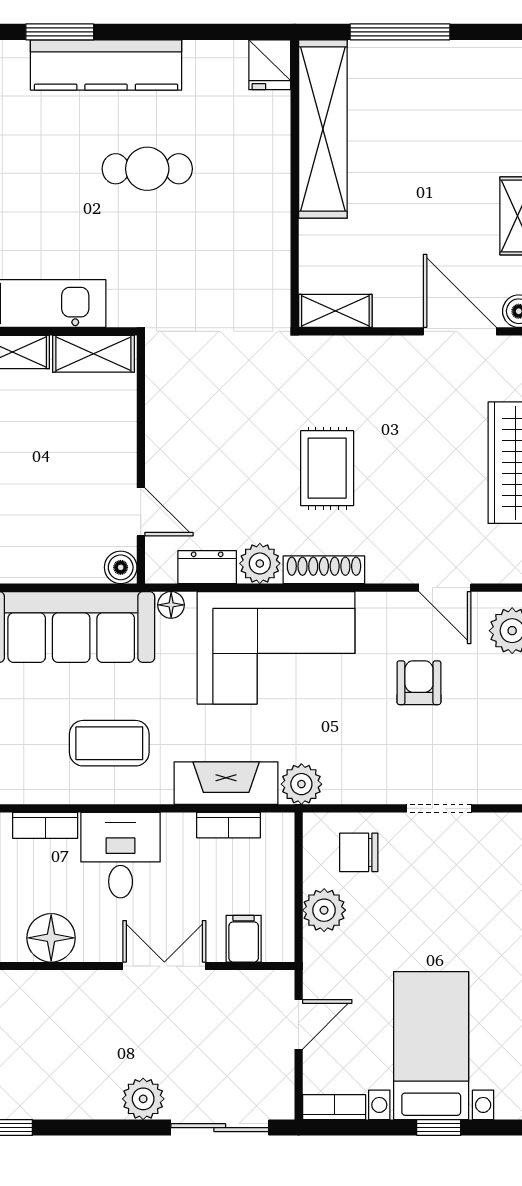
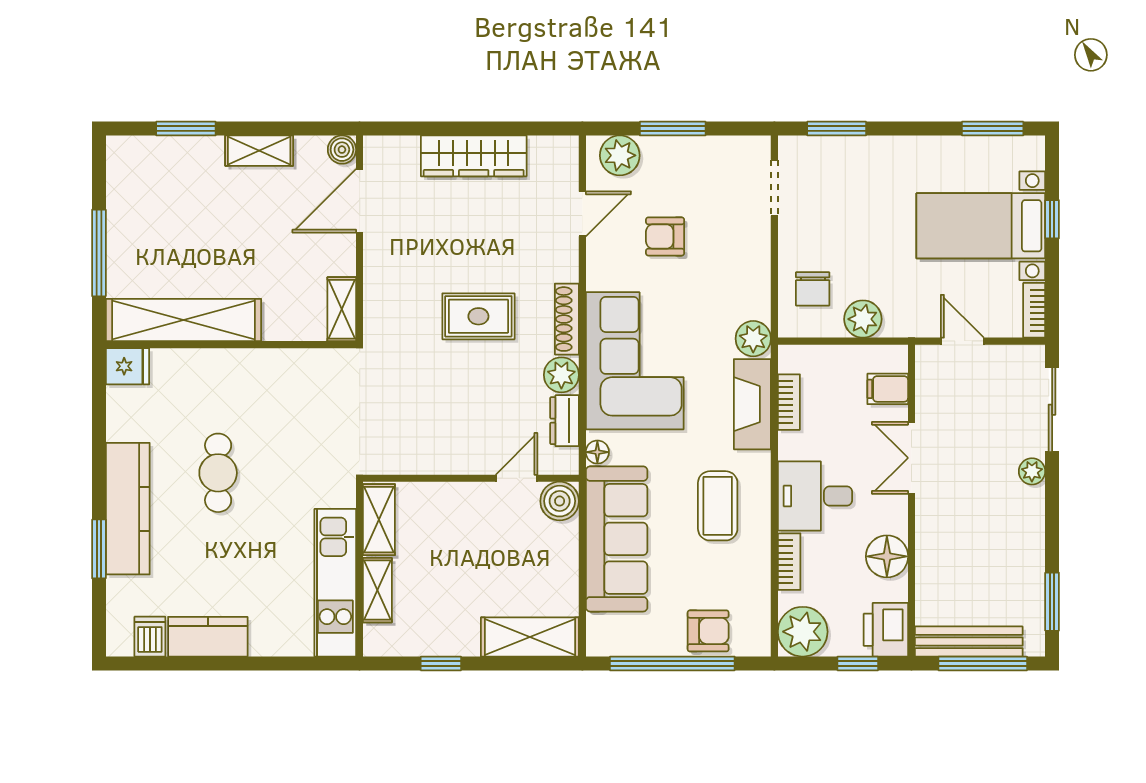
boiler: (121, 567) -> (560, 501), width x1.36, depth x1.36
doorway: (439, 808) -> (774, 188), moved
plant: (143, 1099) -> (1032, 471), width x0.73, depth x0.73

